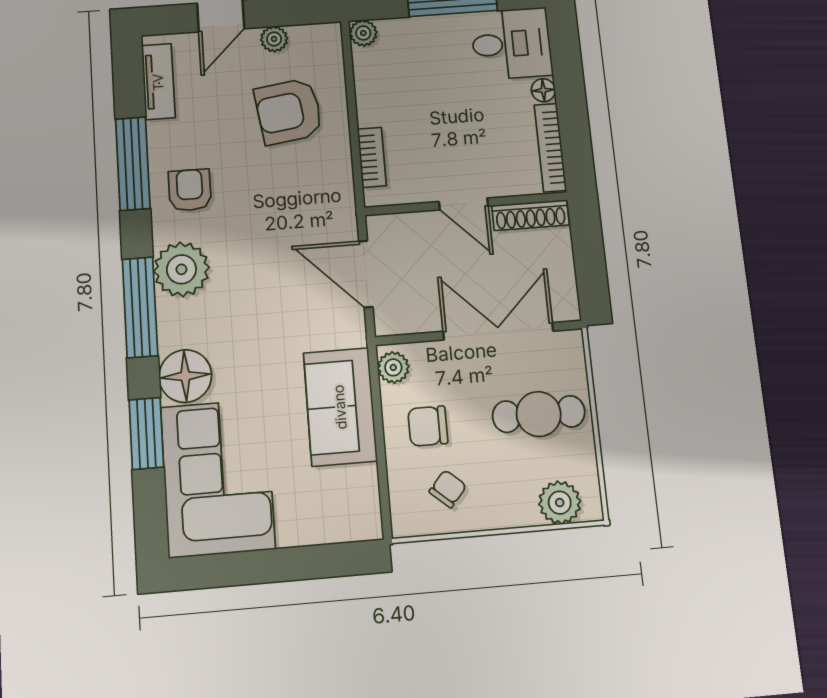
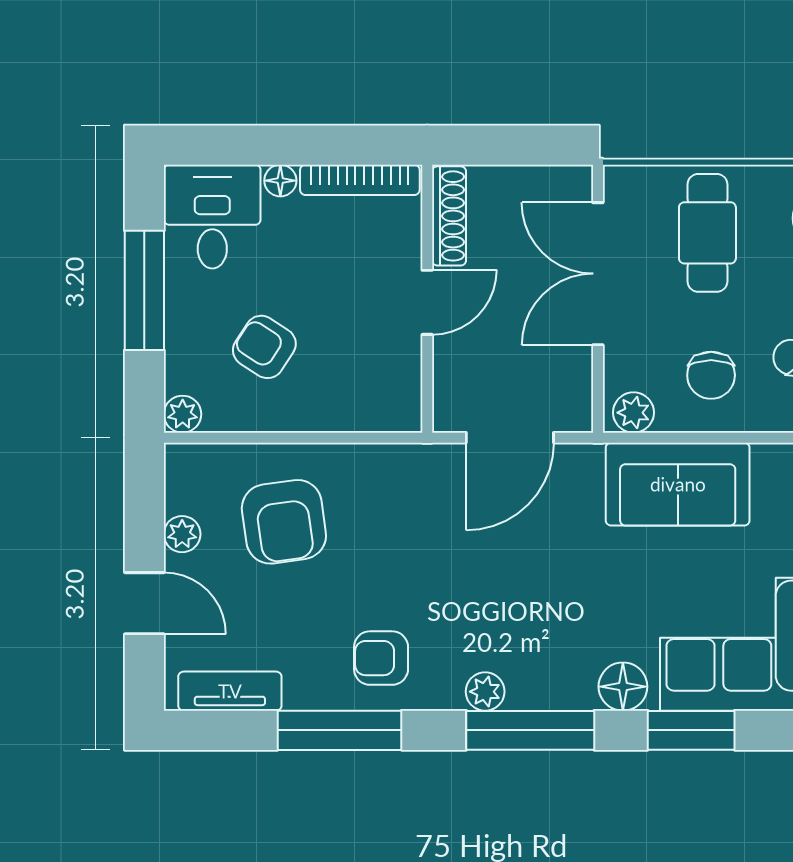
armchair: (418, 88) -> (264, 347), added
bookcase: (372, 157) -> (355, 417), removed
plant: (181, 269) -> (485, 692), width x0.53, depth x0.53
floor lamp: (185, 376) -> (623, 687), width x0.73, depth x0.73

